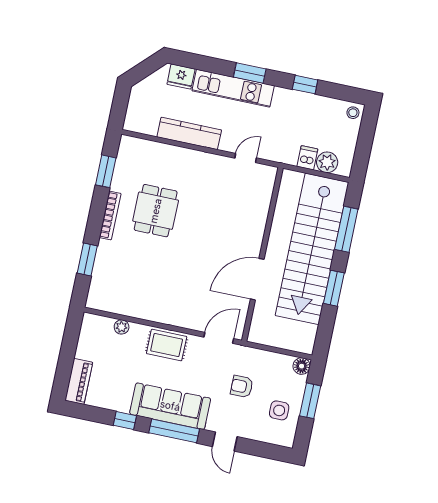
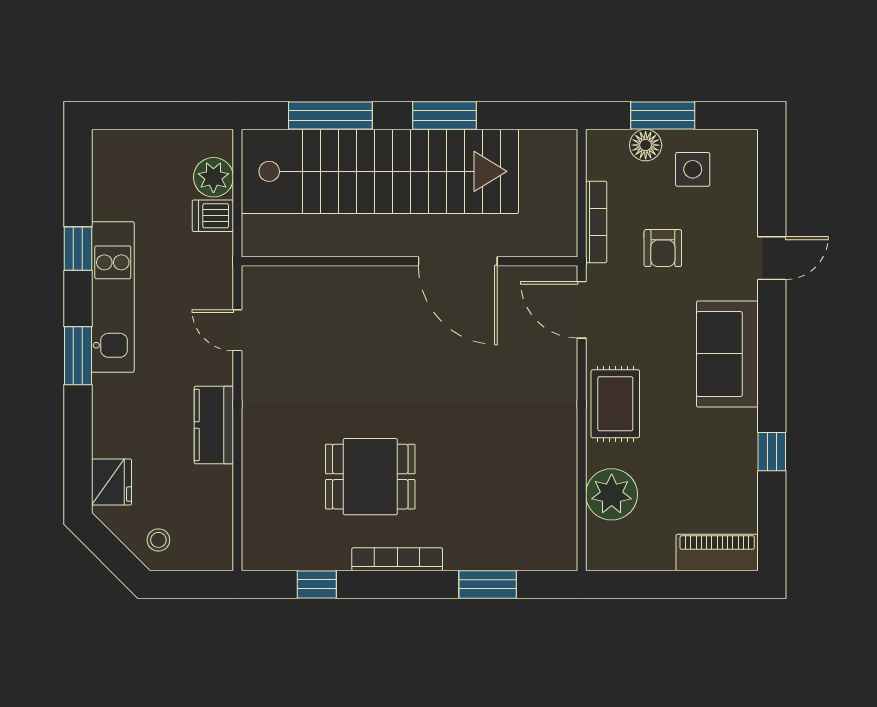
kitchen unit: (233, 88) -> (113, 297), moved
stool: (353, 113) -> (158, 540), moved
kitchen counter: (189, 133) -> (214, 425), width x0.67
window: (106, 171) -> (317, 584), width x0.67
plant: (122, 327) -> (612, 494), width x1.88, depth x1.88
bookcase: (262, 355) -> (596, 222), added
floor lamp: (302, 366) -> (646, 145), moved
sofa: (170, 406) -> (727, 354), width x0.73
window: (174, 431) -> (772, 356), removed

